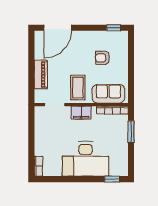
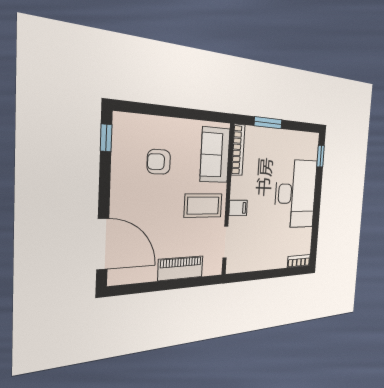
armchair: (103, 58) -> (159, 162), turned 92
filing cabinet: (81, 113) -> (238, 208), width x0.50

